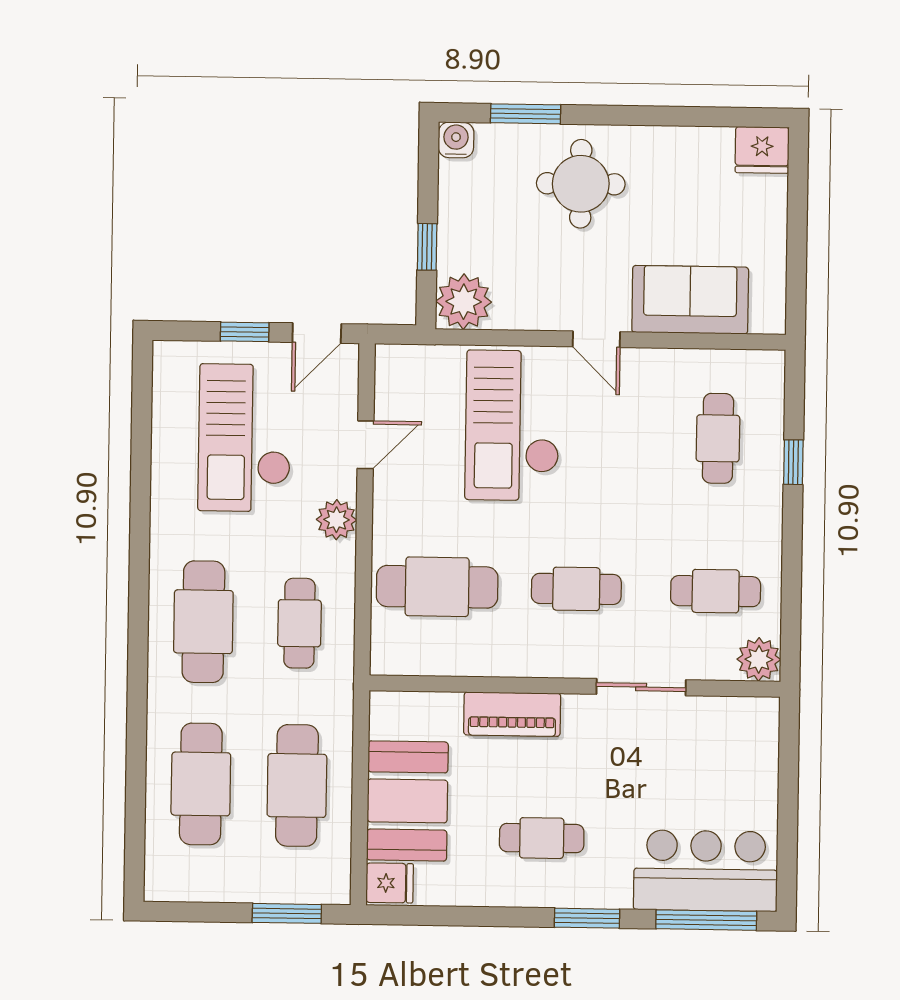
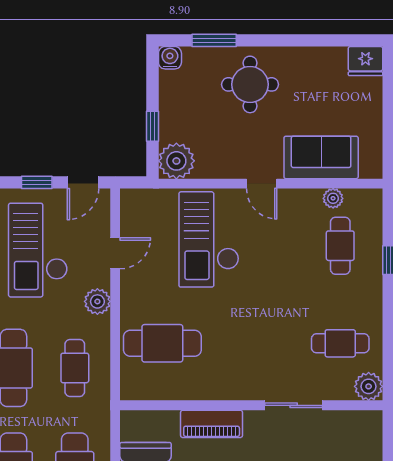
plant: (708, 364) -> (333, 198), added
cafe table: (576, 589) -> (251, 343), removed

